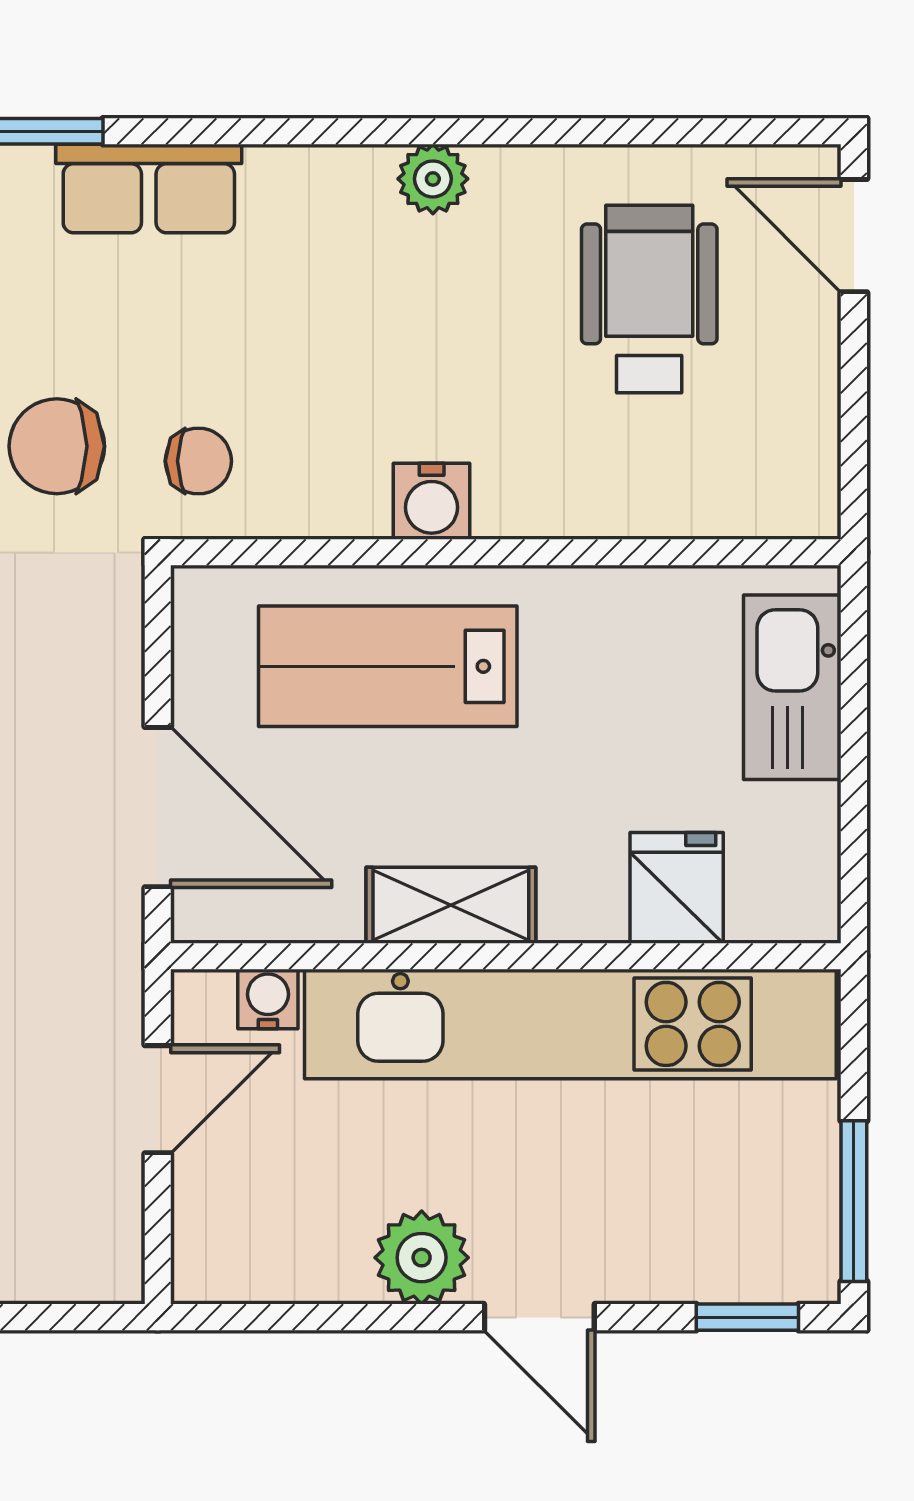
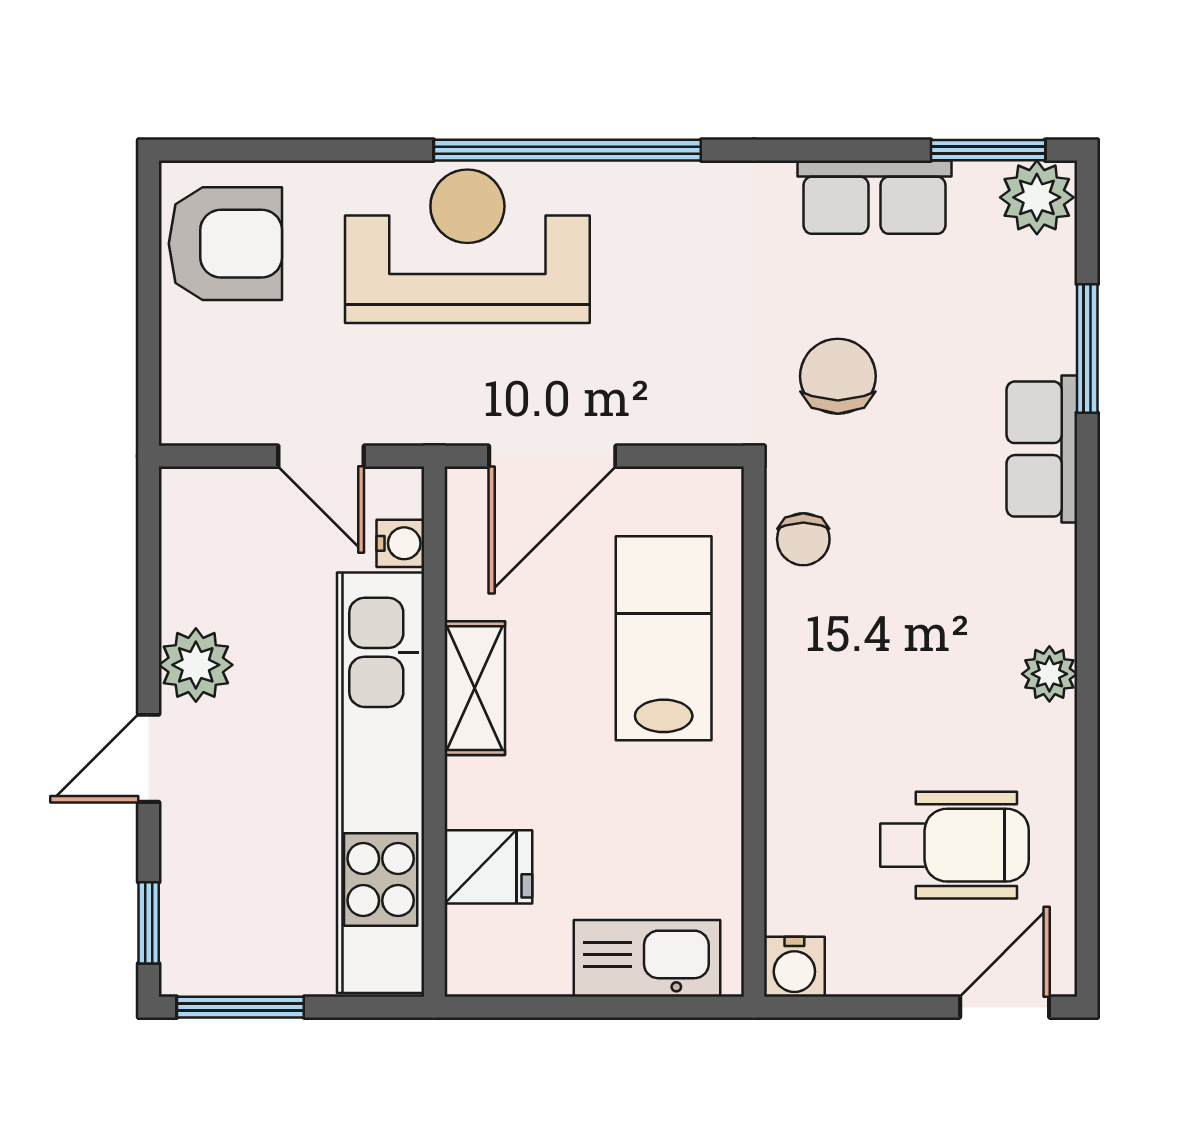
chair: (198, 461) -> (803, 539), moved
water cooler: (432, 501) -> (794, 967), moved, turned -90

